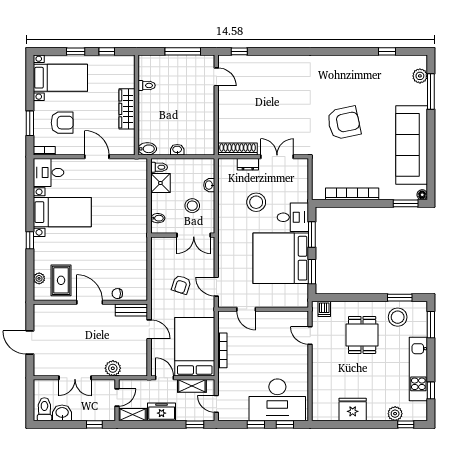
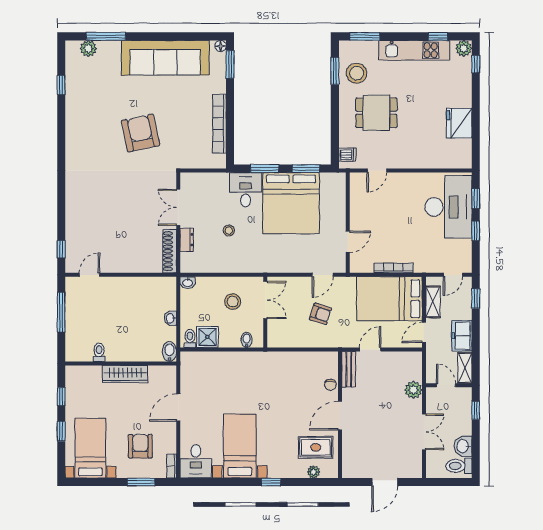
washbasin: (209, 185) -> (188, 283), moved
stool: (256, 202) -> (229, 230), width x0.53, depth x0.53
plant: (395, 414) -> (464, 48), moved

